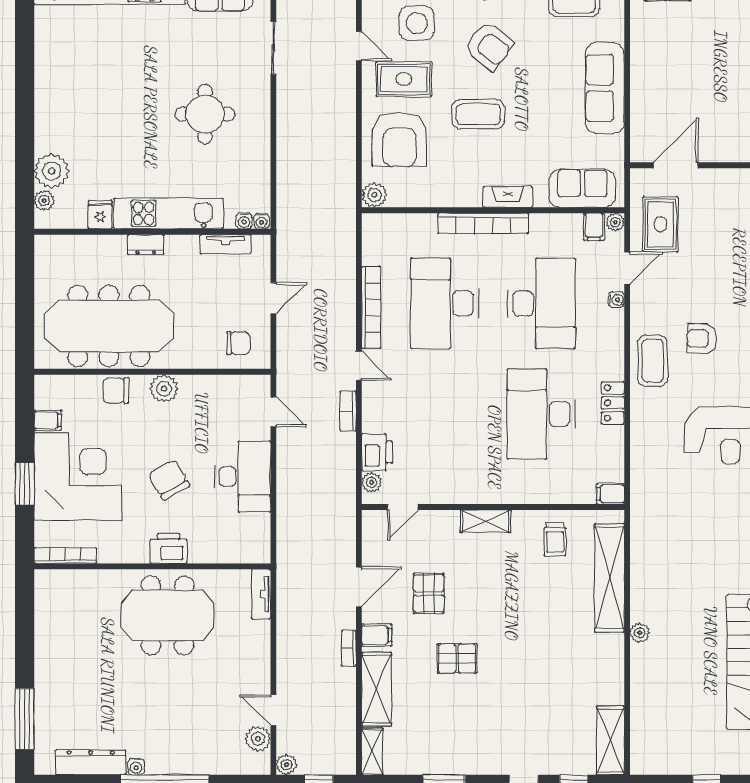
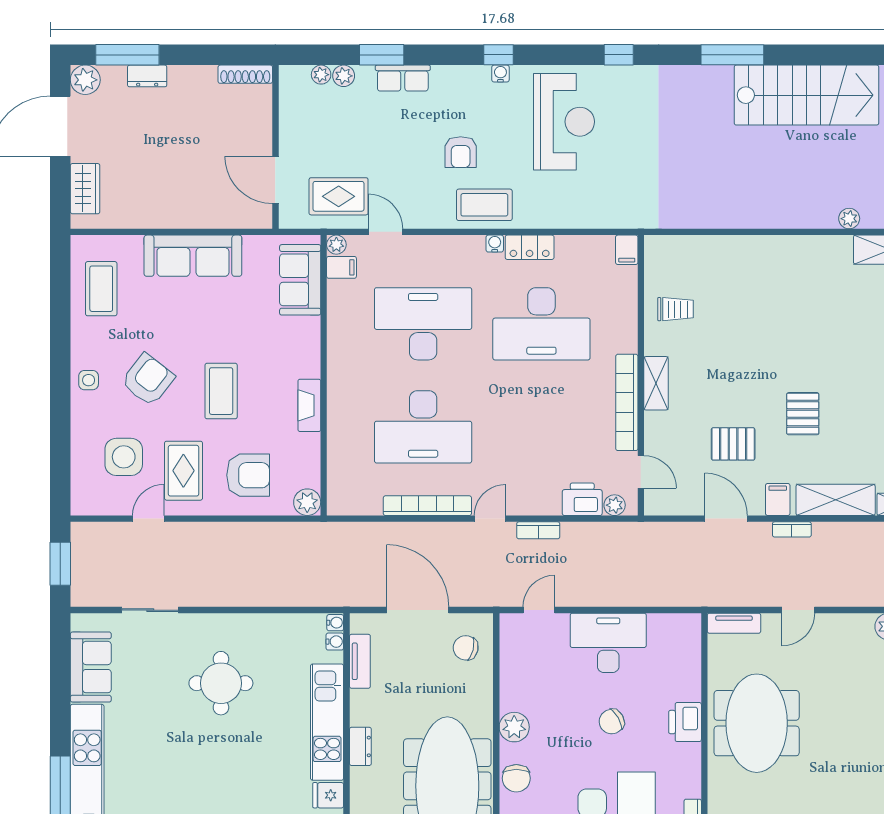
armchair: (400, 140) -> (248, 475), width x0.73, depth x0.73
fireplace: (508, 197) -> (309, 405), moved
bookcase: (483, 223) -> (627, 402), moved, turned 180
door: (273, 298) -> (418, 610), width x1.88
water cooler: (616, 300) -> (495, 244), moved
chair: (238, 343) -> (466, 648), turned -76
chair: (169, 480) -> (612, 722), width x0.73, depth x0.73
shelving: (609, 578) -> (717, 251), removed
plant: (640, 633) -> (849, 219), moved
door: (273, 710) -> (798, 610), moved

